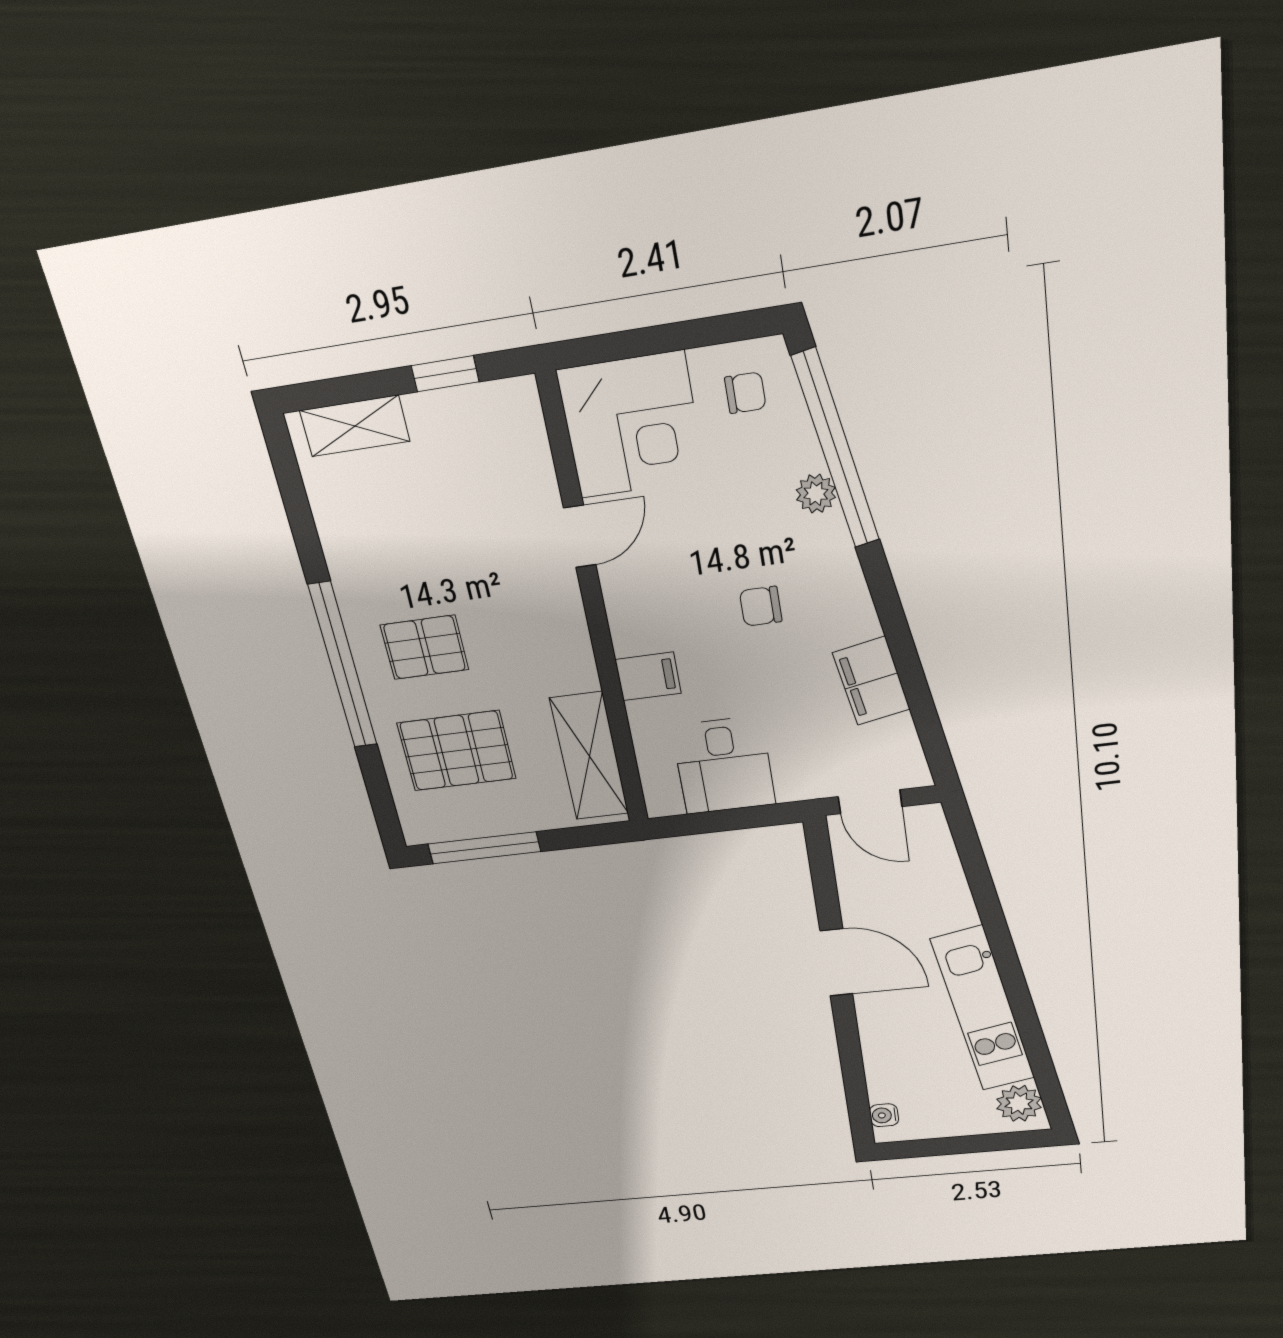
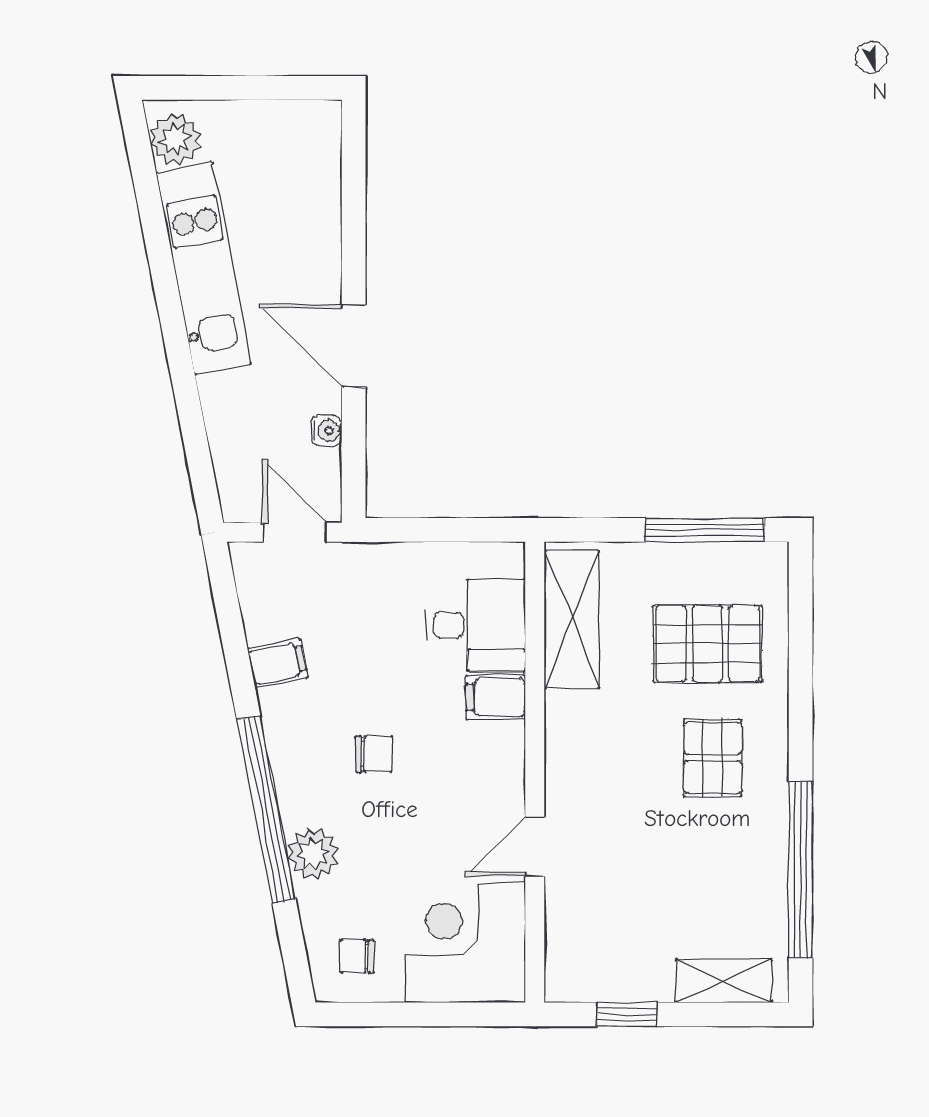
window: (836, 449) -> (266, 809), moved
plant: (816, 494) -> (313, 854), width x1.38, depth x1.38
pallet: (425, 647) -> (713, 758), turned 90
window: (343, 666) -> (801, 869), moved
filing cabinet: (871, 681) -> (278, 663), width x0.50
desk: (724, 765) -> (475, 625), moved, turned 90
water cooler: (884, 1115) -> (327, 431), moved

